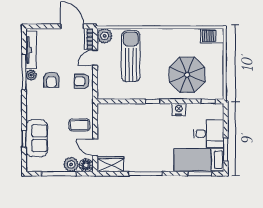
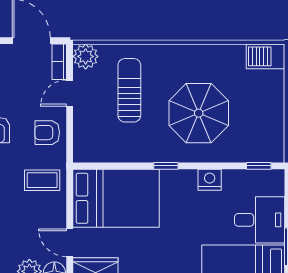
sun lounger: (131, 56) -> (129, 90), width x0.73, depth x0.75
parasol: (187, 75) -> (199, 113), moved
bed: (123, 121) -> (116, 198), added
coffee table: (79, 125) -> (42, 180), moved

